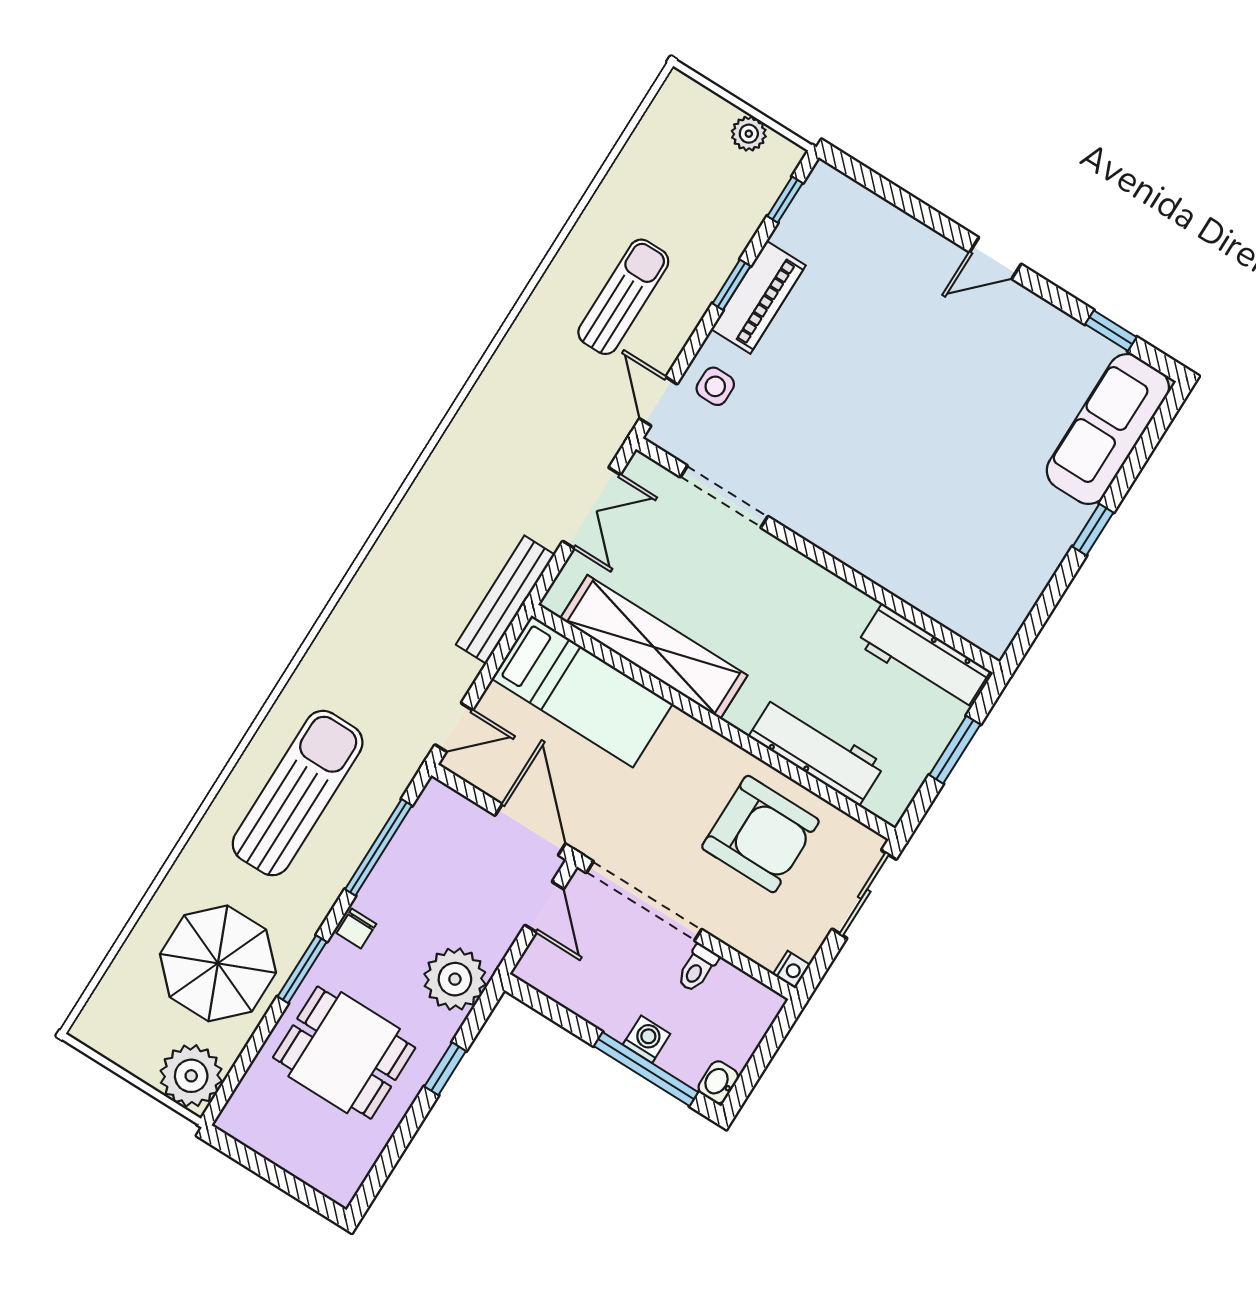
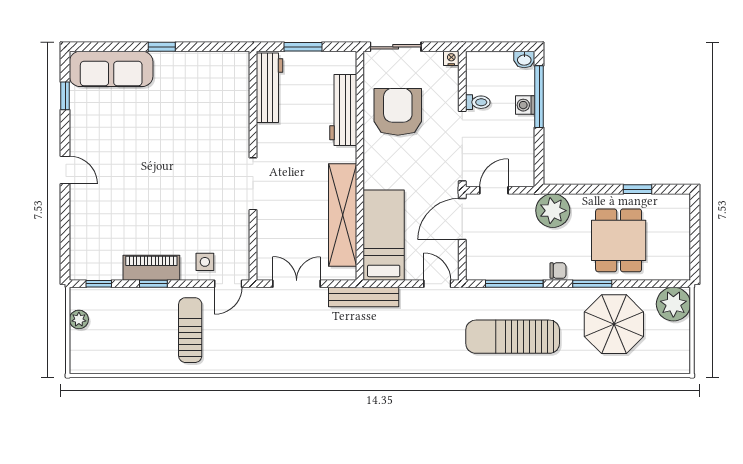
sun lounger: (623, 297) -> (190, 330), turned 90
doorway: (724, 497) -> (253, 184), moved
window: (445, 1069) -> (637, 189), moved

